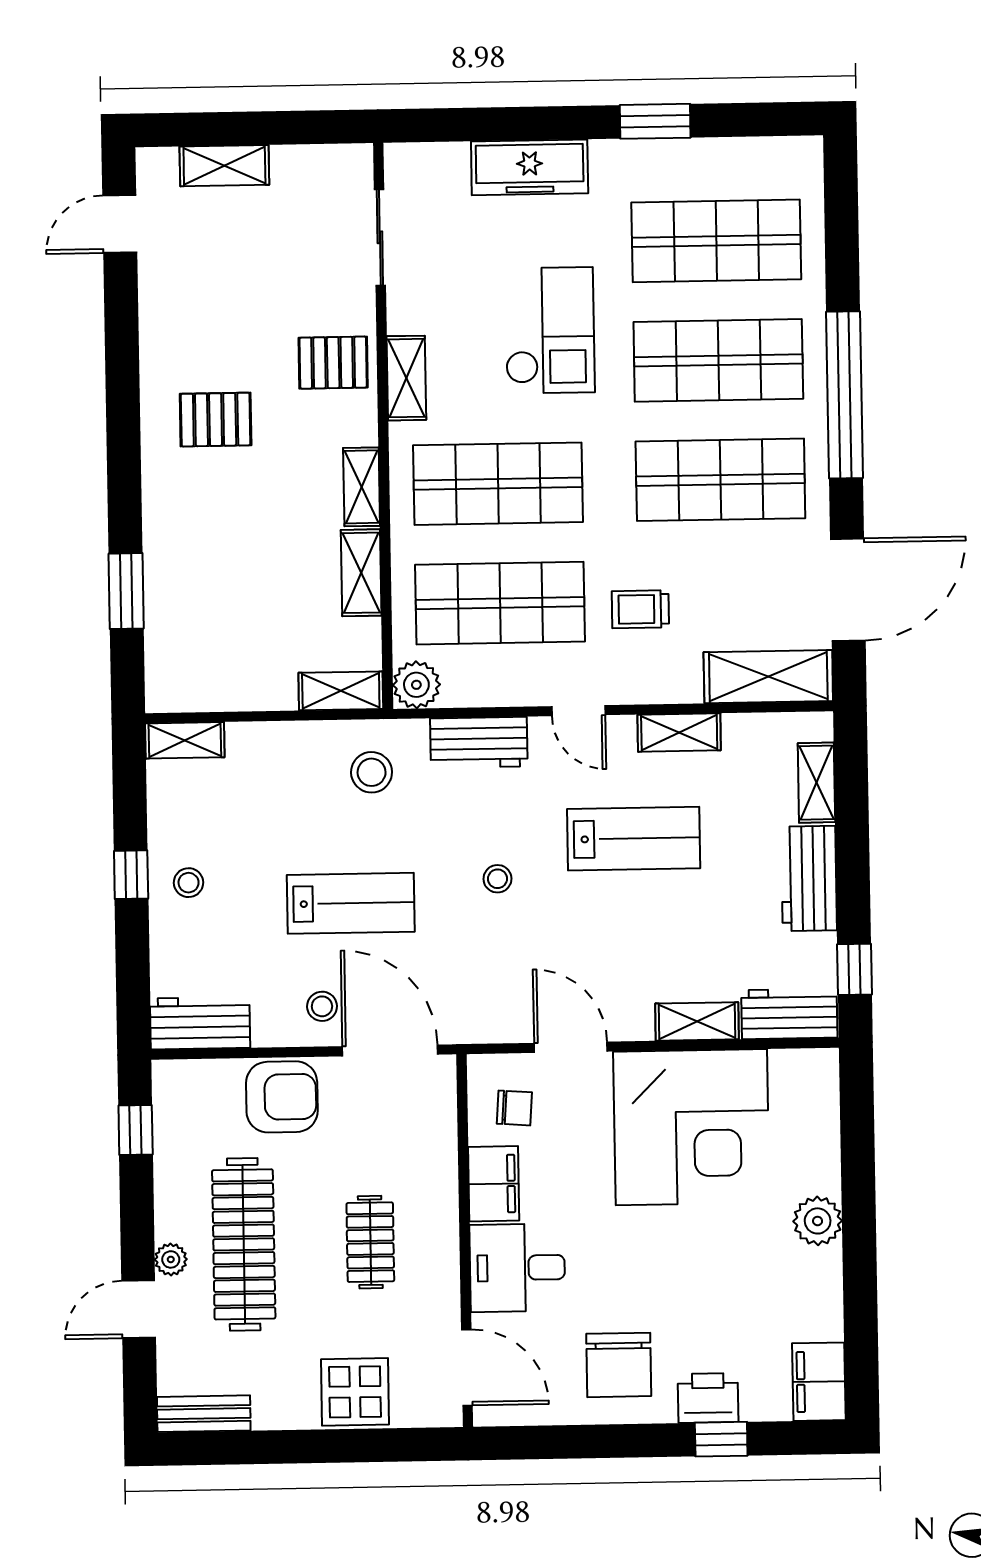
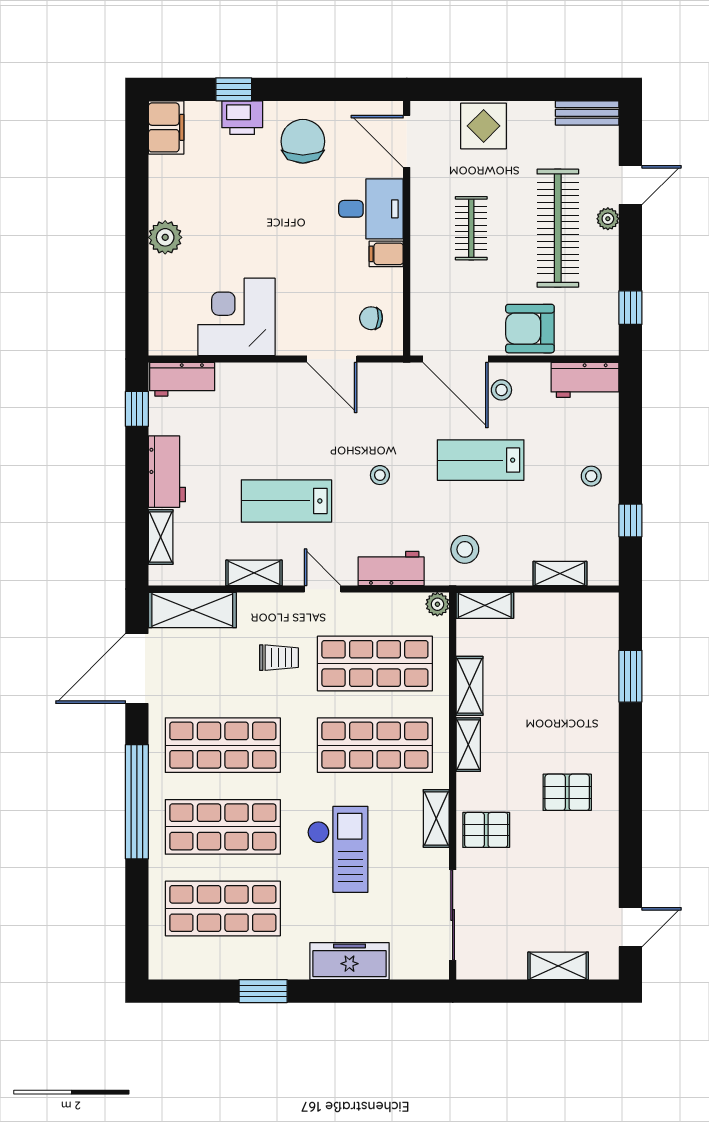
sliding door: (380, 237) -> (453, 915), width x1.37
checkout: (550, 330) -> (338, 849), turned 180
plant: (416, 685) -> (437, 604), width x0.73, depth x0.73
shelving: (185, 740) -> (560, 573), moved
window: (131, 875) -> (630, 520), moved
shelving: (697, 1021) -> (245, 375), removed
corner desk: (691, 1127) -> (236, 317), width x0.74, depth x0.74
filing cabinet: (494, 1184) -> (386, 254), width x0.50

